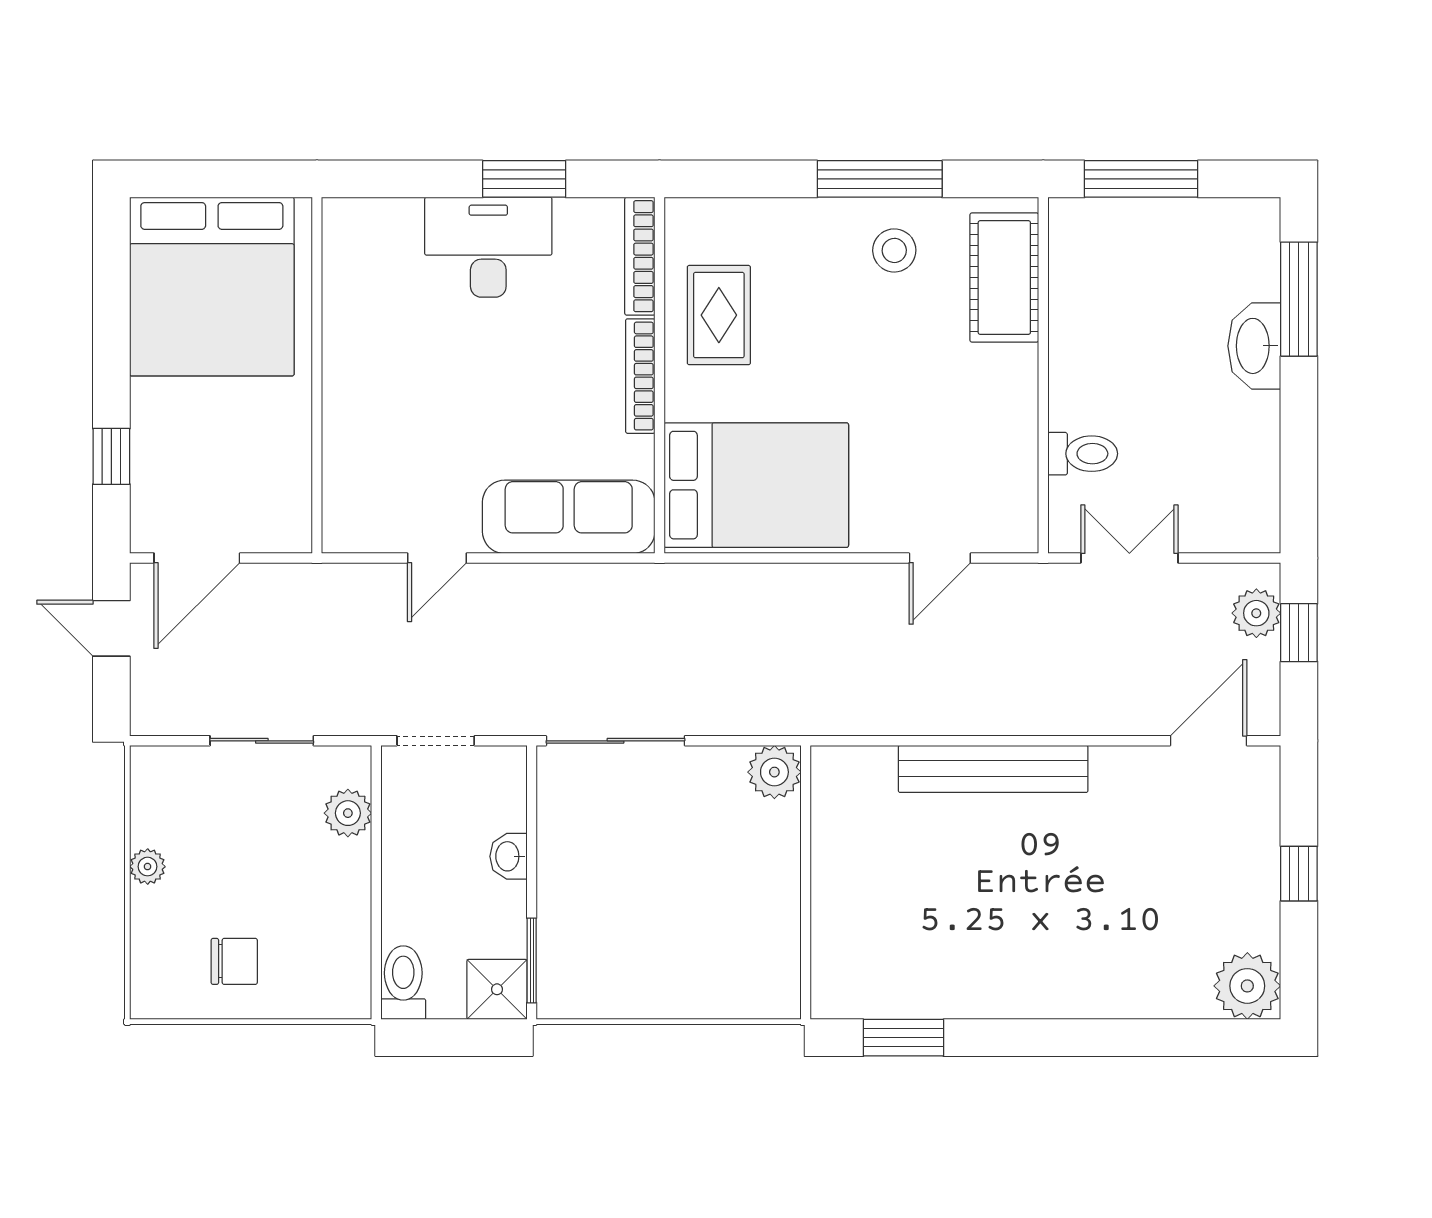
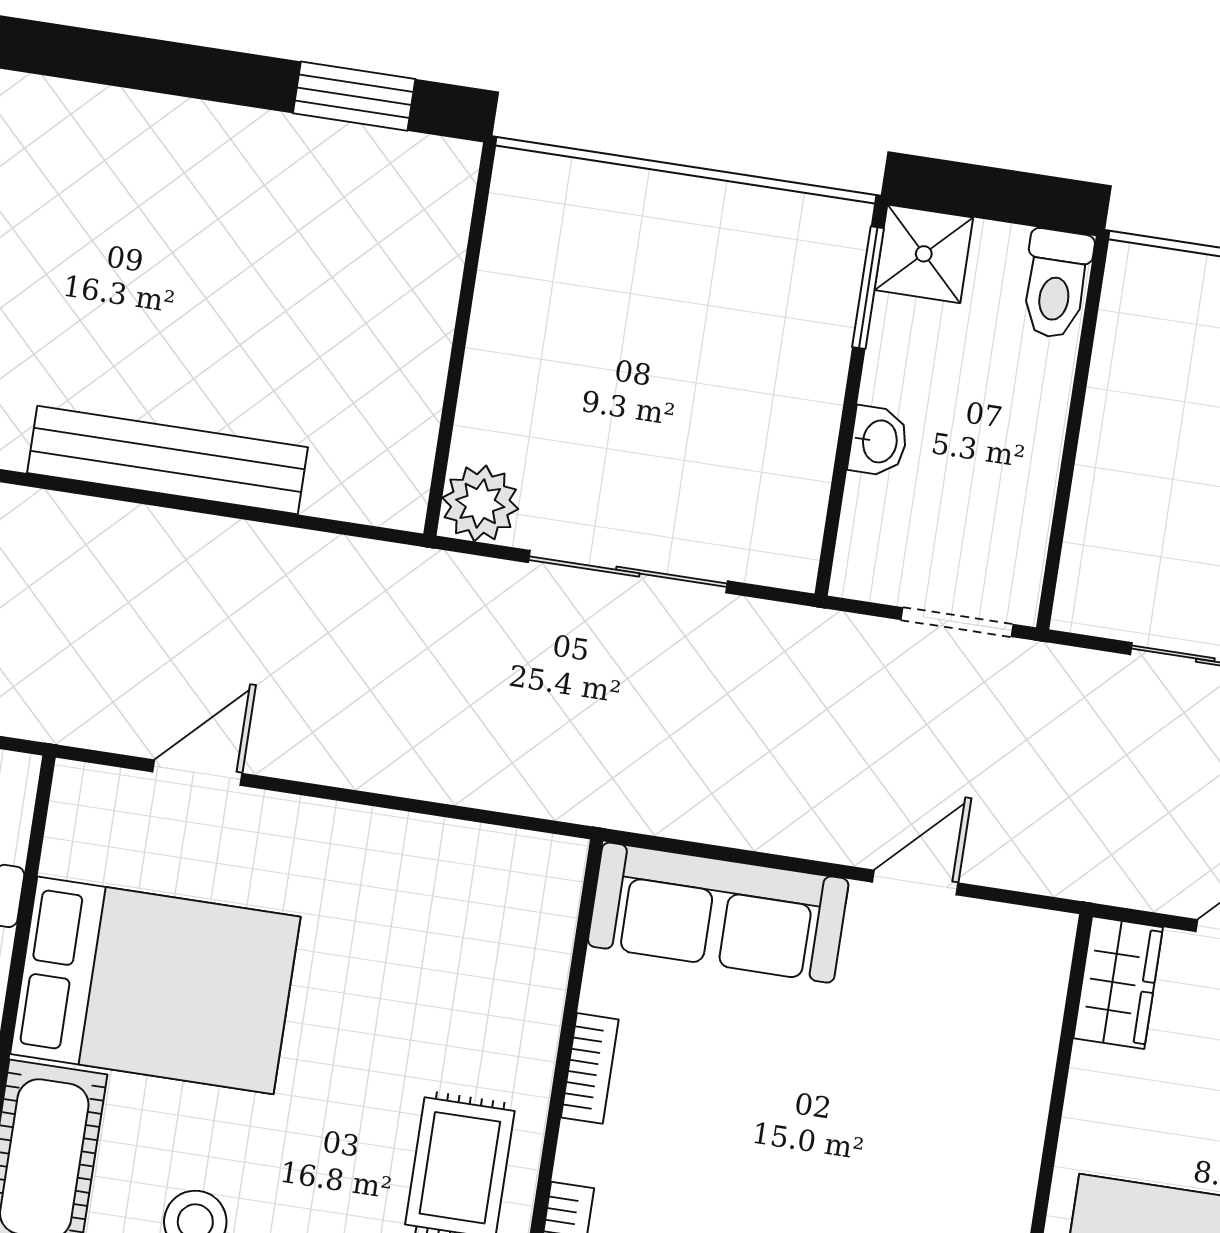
bookcase: (640, 376) -> (590, 1068), width x0.64
bed: (756, 485) -> (155, 985), moved, turned 180
wardrobe: (288, 511) -> (1118, 983), added
sliding door: (615, 741) -> (628, 572), moved
plant: (348, 813) -> (1098, 538), removed

